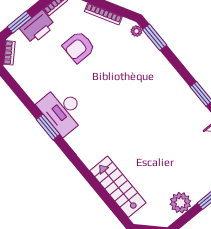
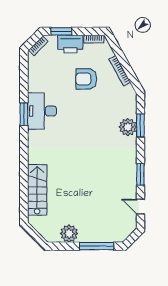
plant: (136, 31) -> (128, 127), moved, width x1.88, depth x1.88
window: (155, 37) -> (140, 125), moved

